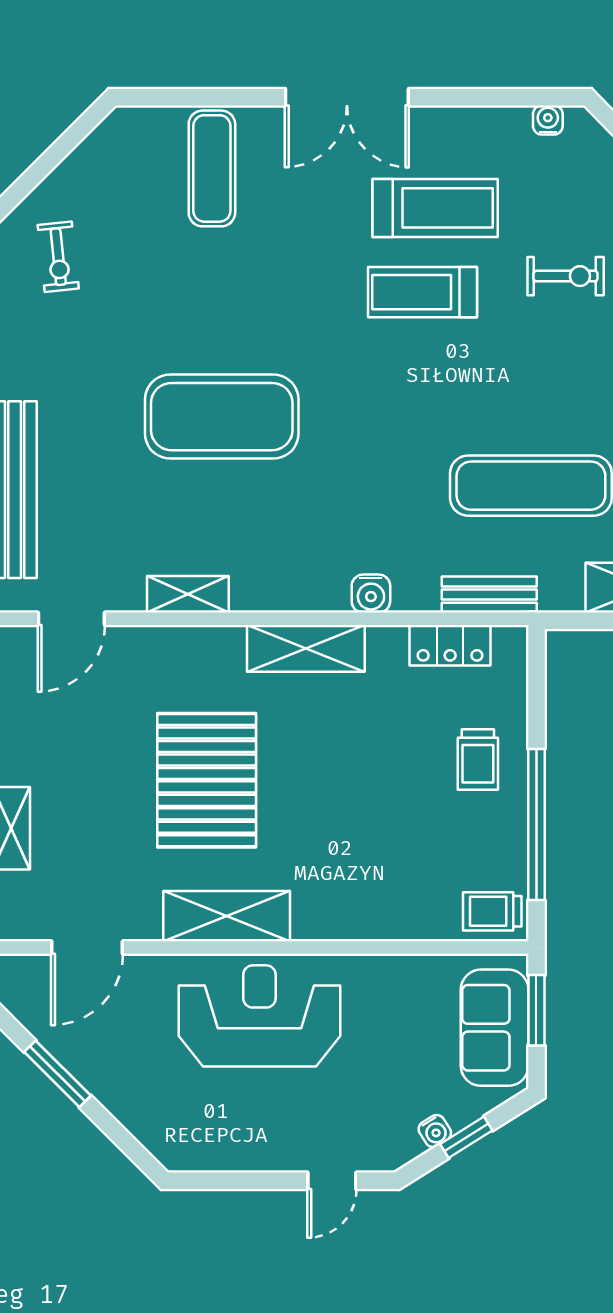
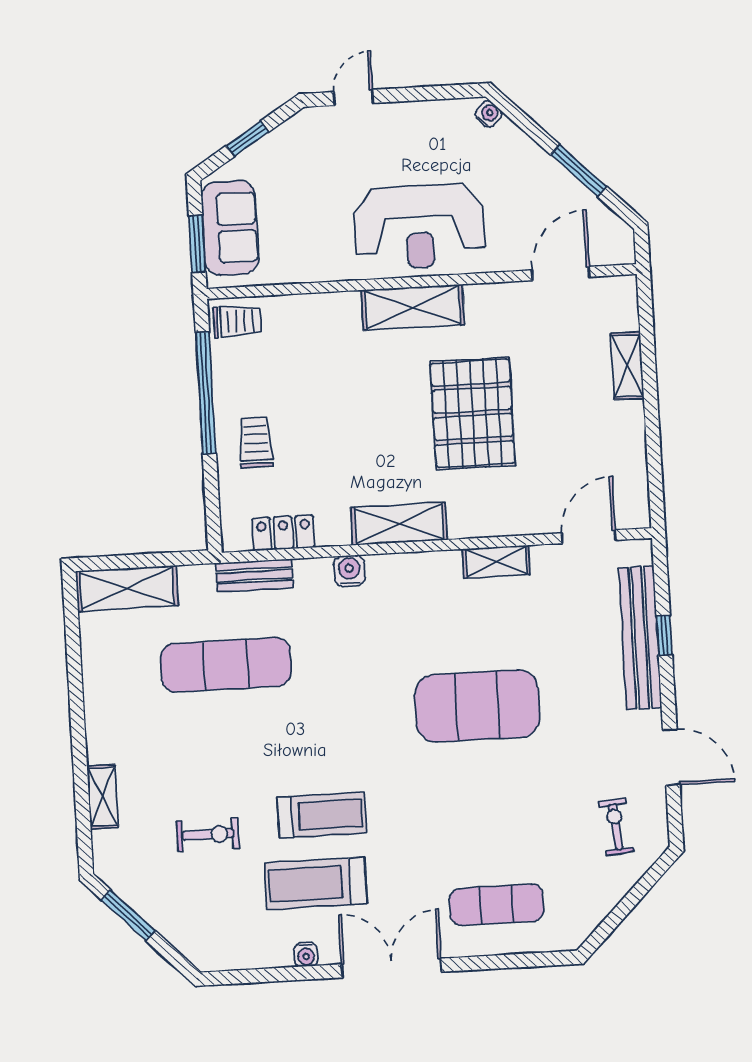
water cooler: (548, 120) -> (306, 955), moved
exercise mat: (212, 168) -> (497, 905), turned 90
exercise bike: (566, 276) -> (208, 835), turned 180
shelving: (227, 916) -> (413, 307), moved
water cooler: (435, 1131) -> (489, 114), moved, turned 77

